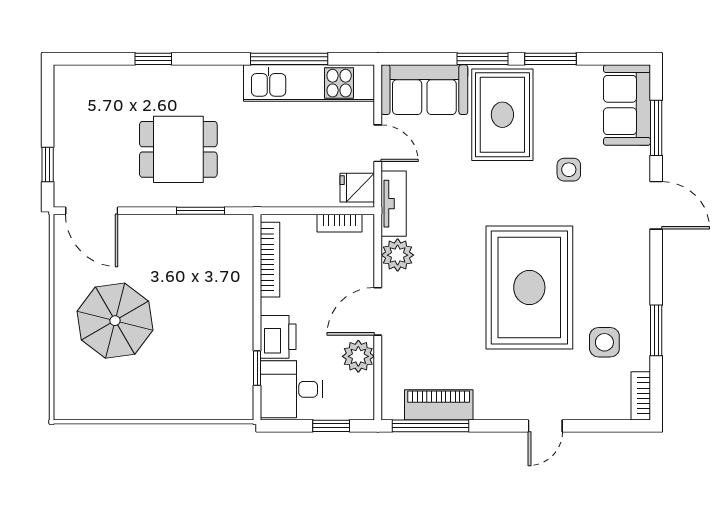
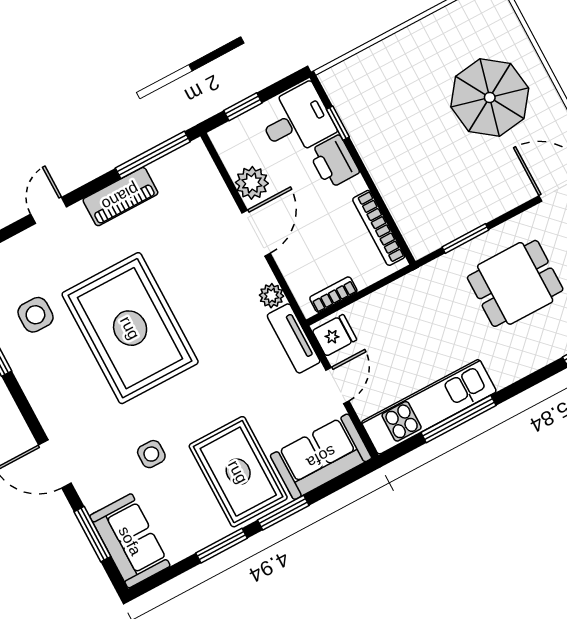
door: (378, 143) -> (337, 386), swing flipped
plant: (398, 255) -> (271, 296), width x0.73, depth x0.73
piano: (439, 405) -> (120, 197), moved

